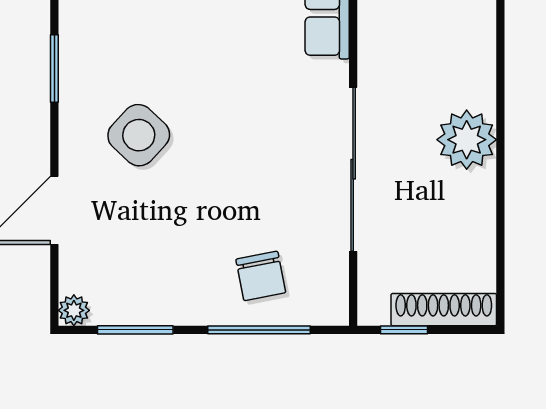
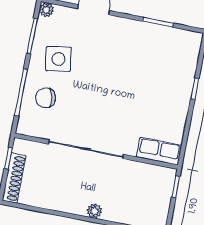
side table: (139, 135) -> (58, 59), moved, turned 38
plant: (467, 140) -> (94, 211), width x0.53, depth x0.53

